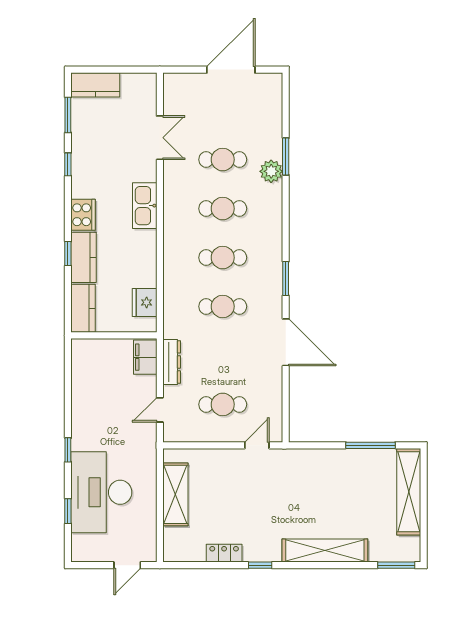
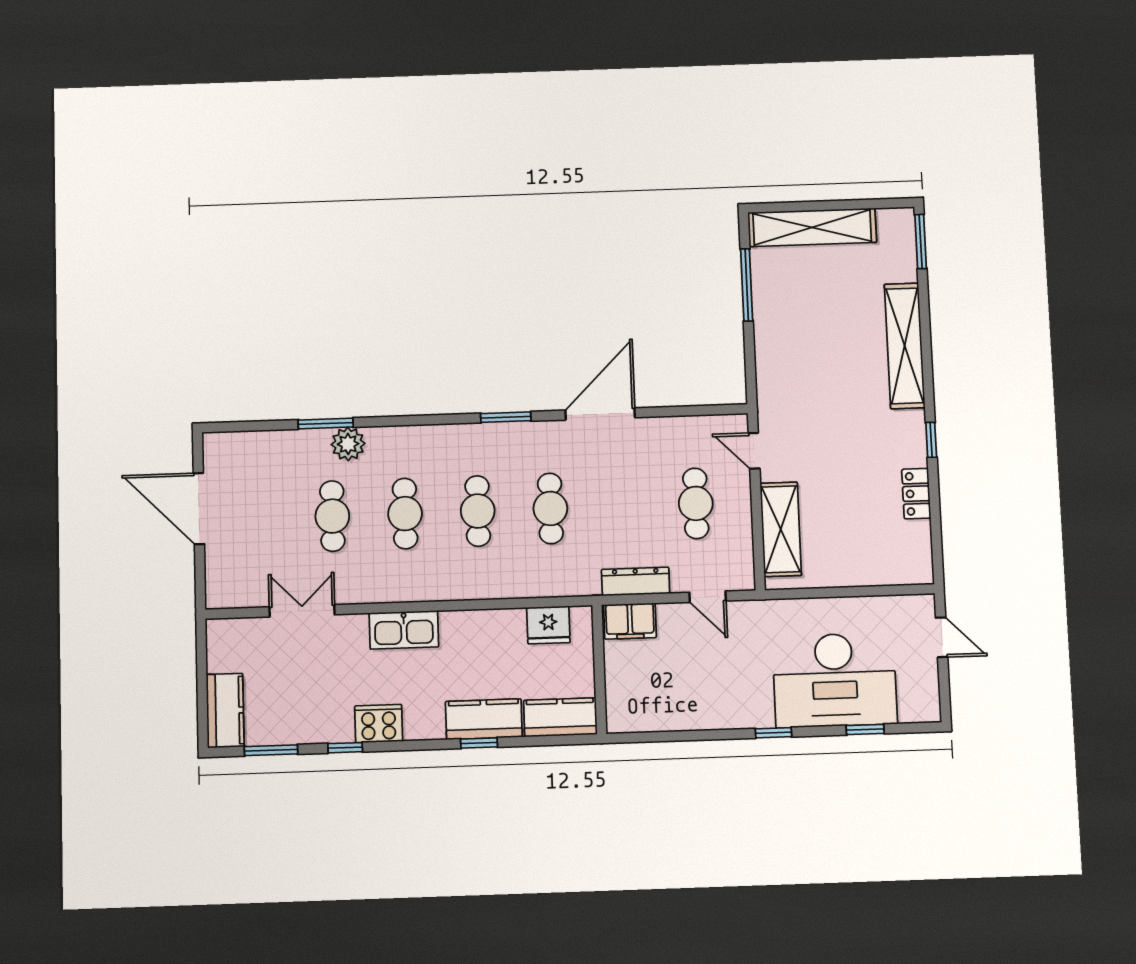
cooker: (83, 215) -> (379, 724), moved
shelving: (175, 494) -> (781, 529), moved, turned 90

